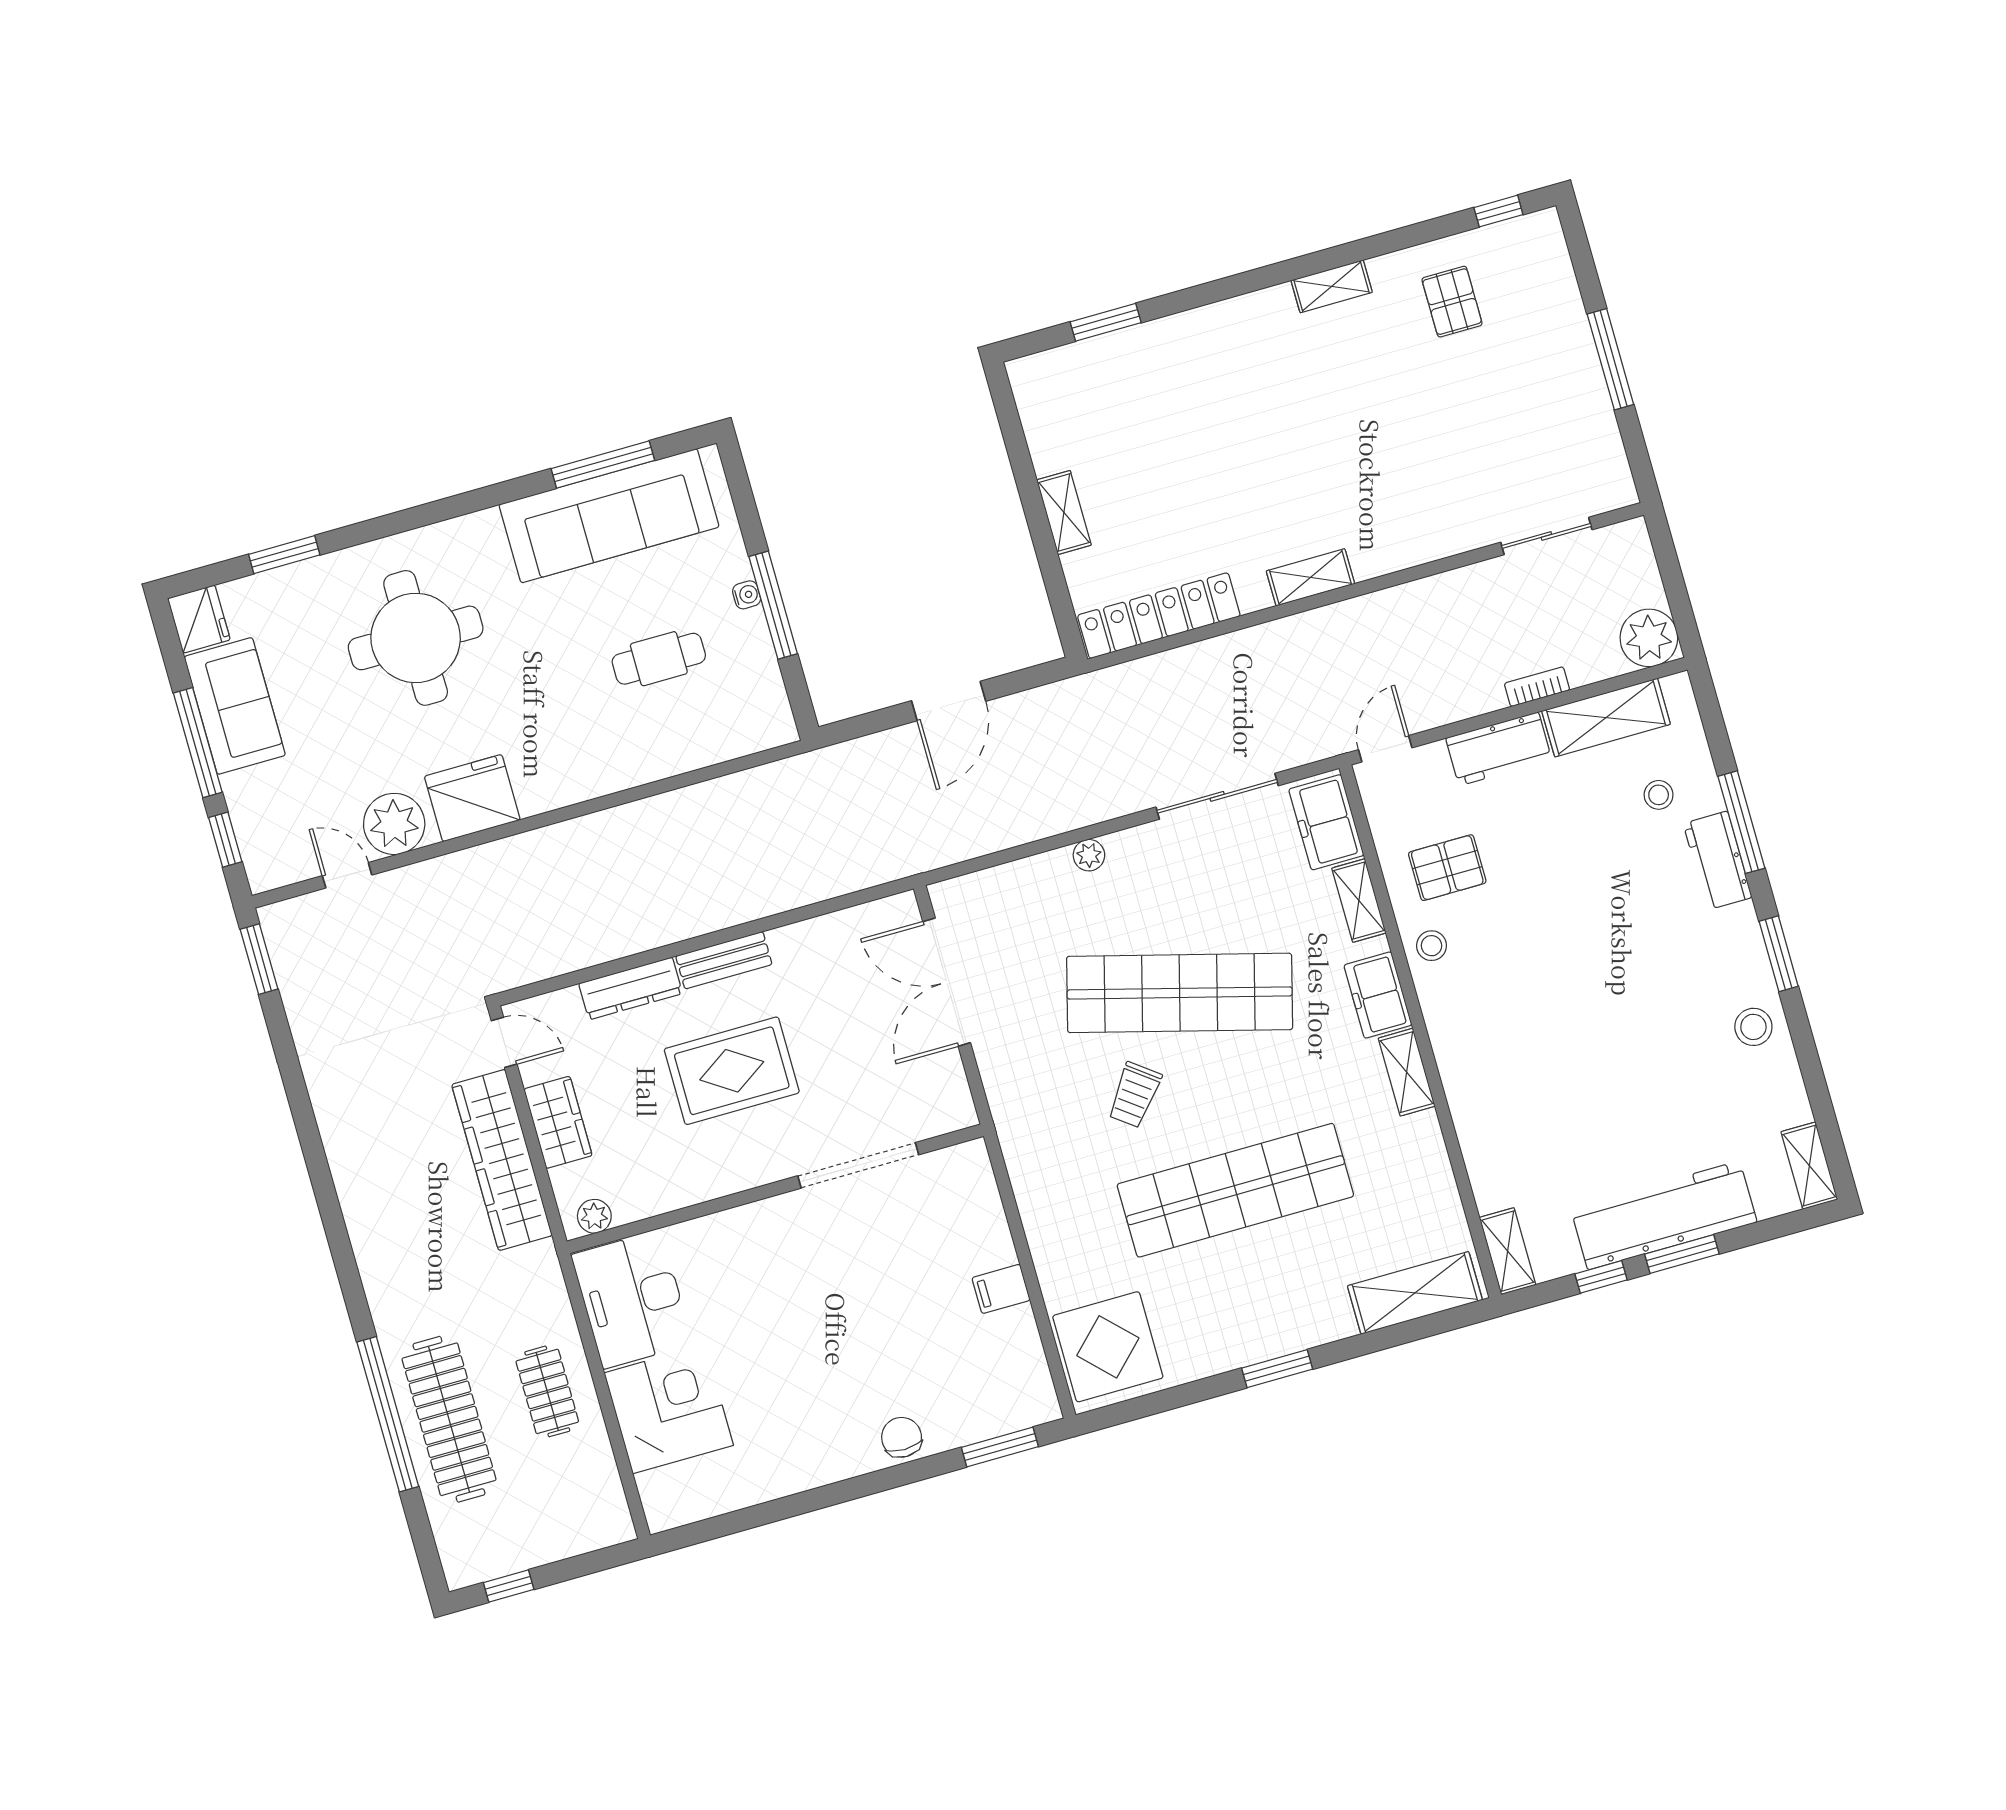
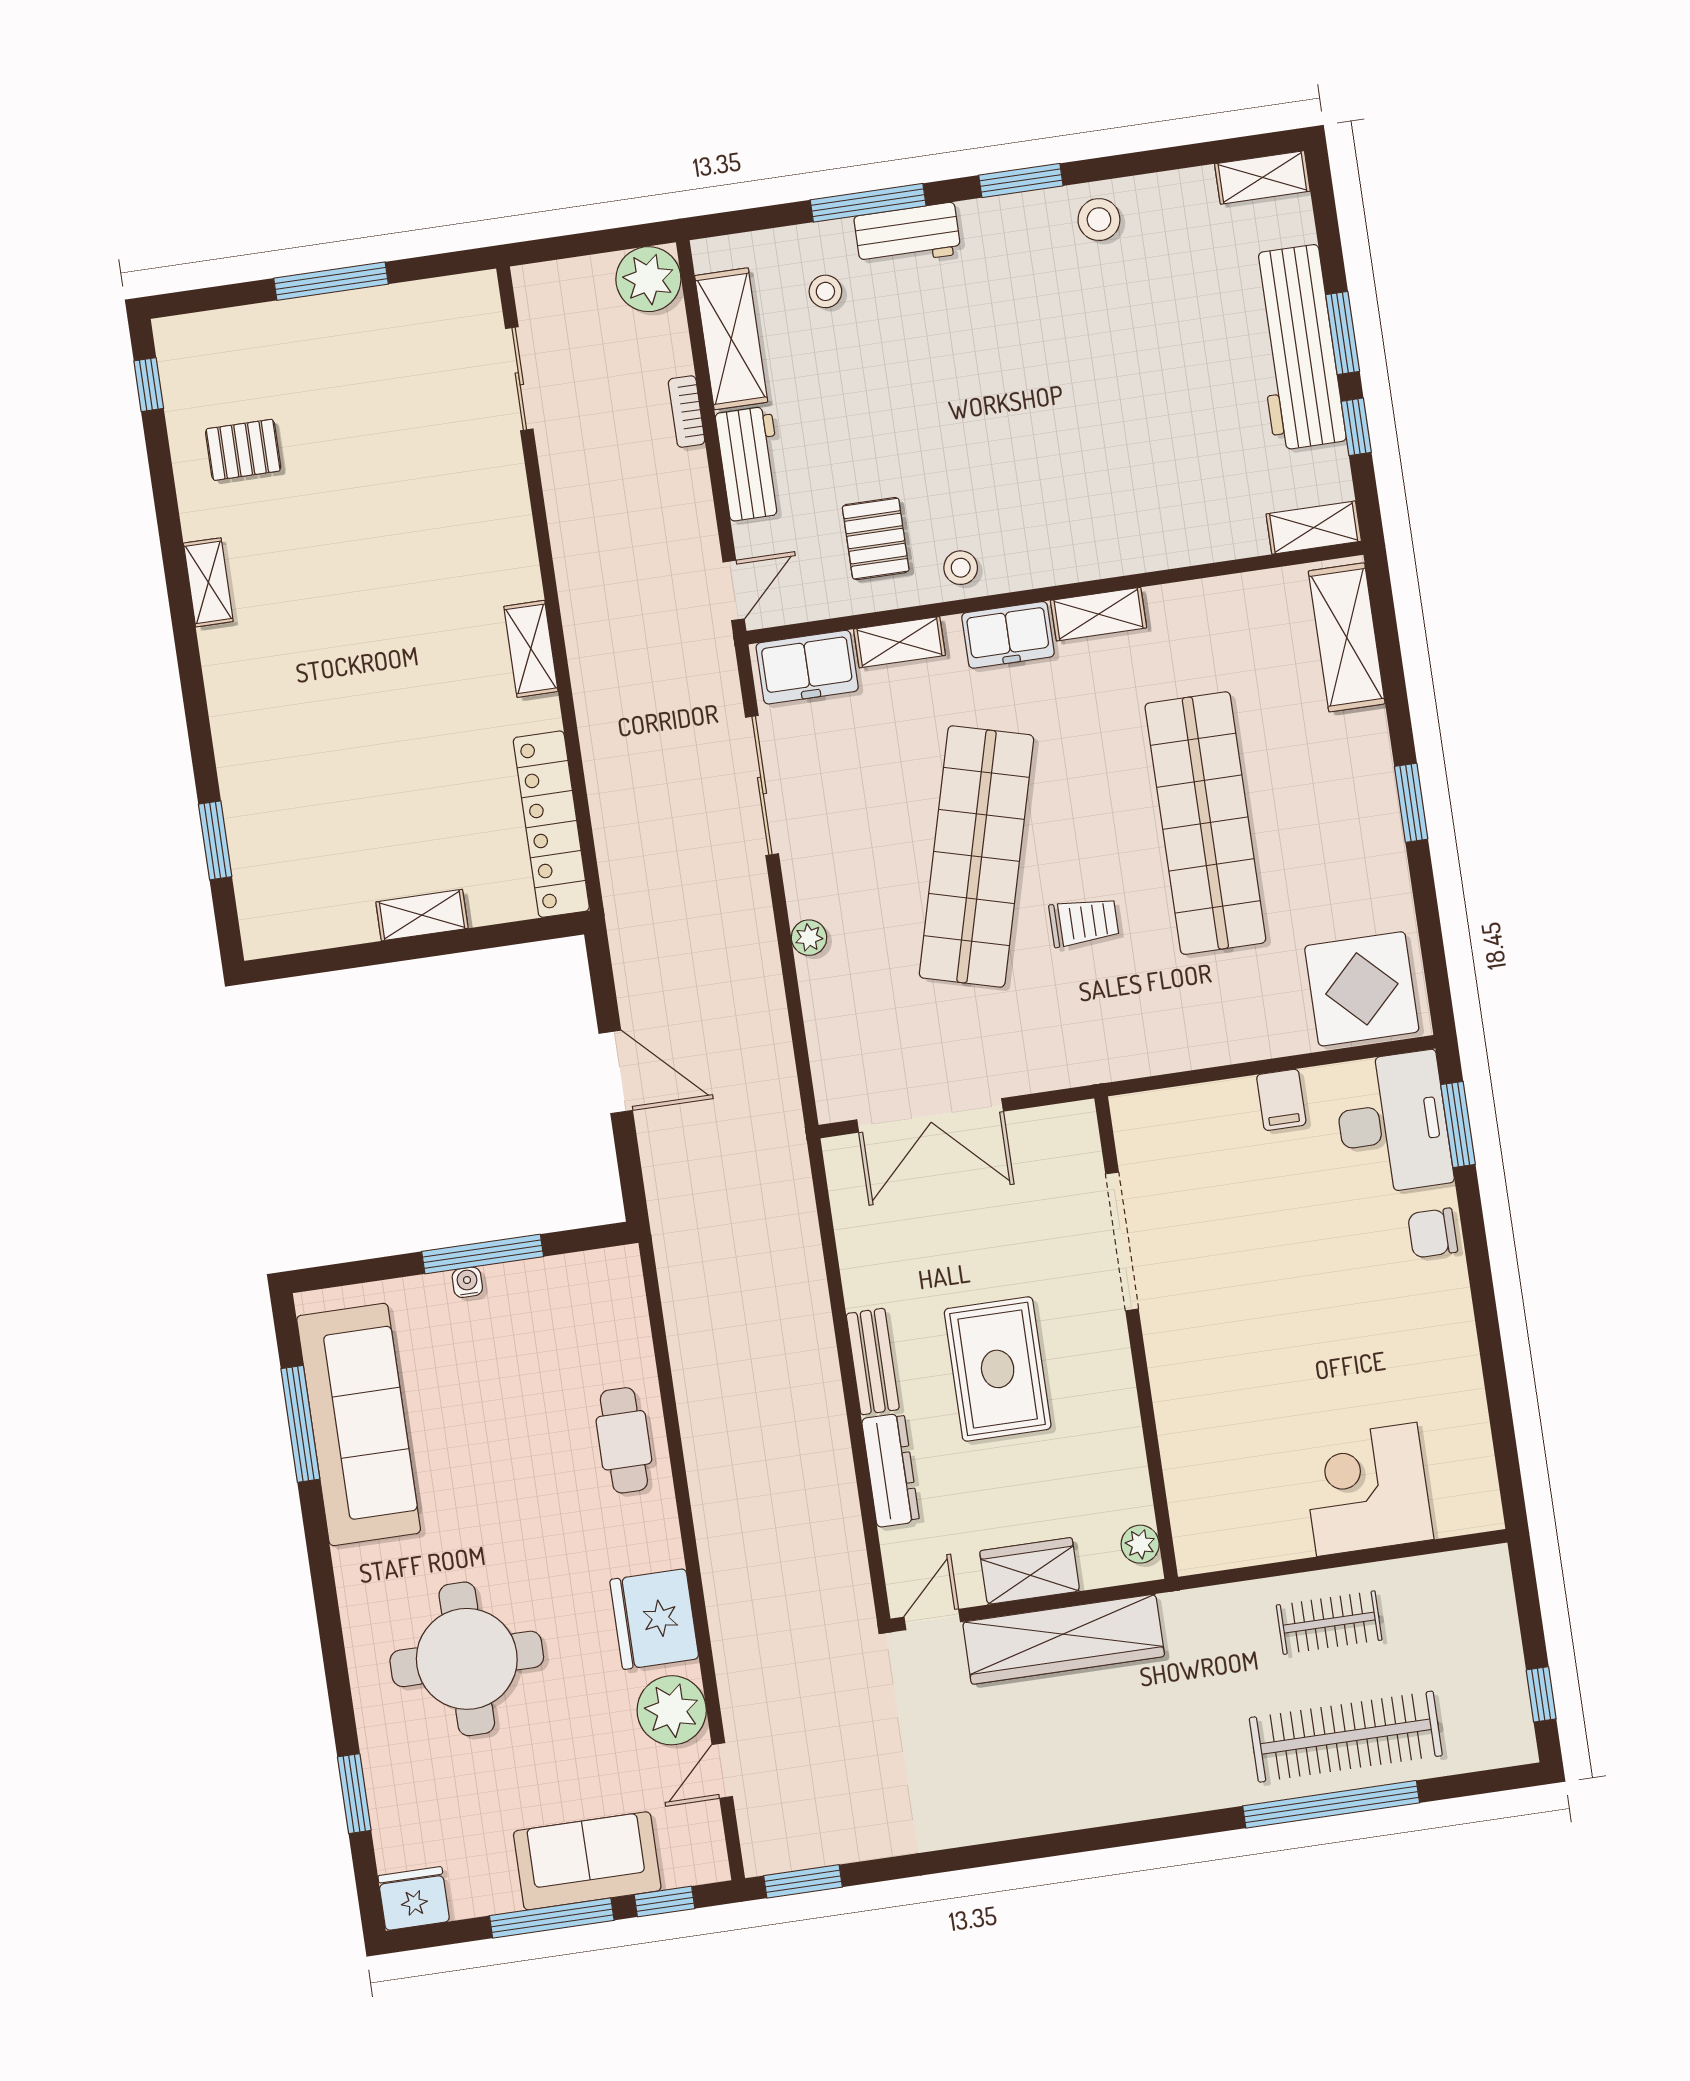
cafe table: (659, 659) -> (624, 1440), moved
sofa: (235, 706) -> (587, 1861), moved
door: (1385, 749) -> (734, 590), swing flipped
trolley: (1135, 1095) -> (1084, 922), turned -37
desk: (632, 1299) -> (1393, 1123), moved, turned -90

